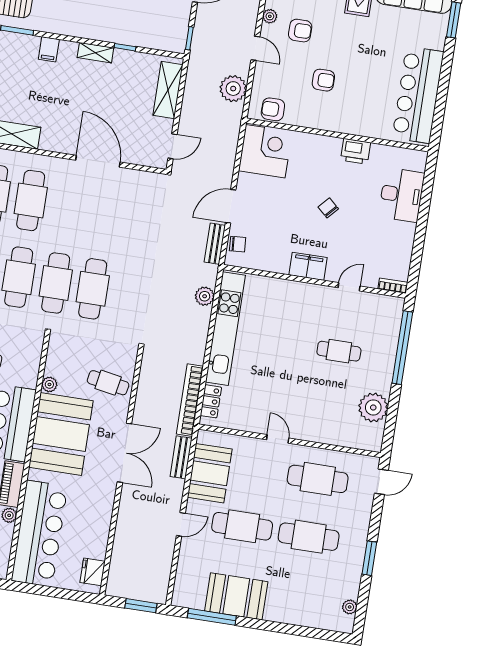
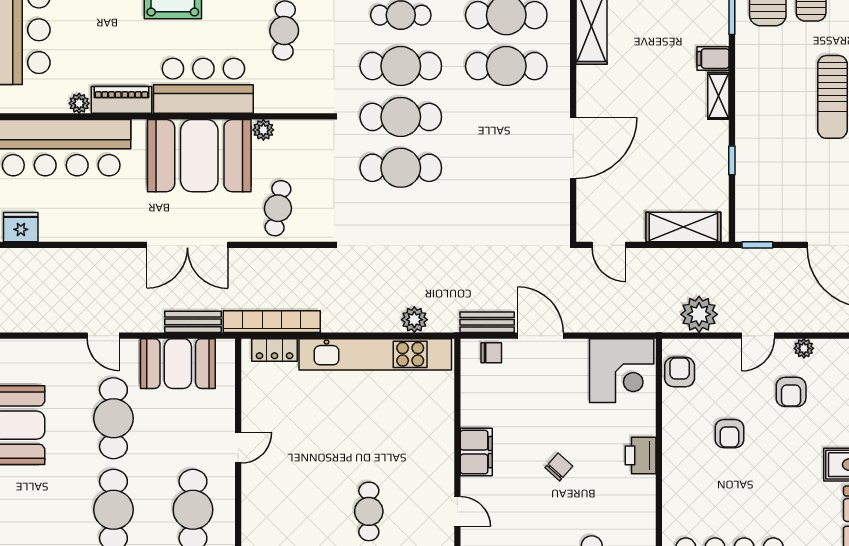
shelving: (95, 53) -> (718, 96), moved
printer: (356, 151) -> (641, 455), moved
chair: (238, 244) -> (491, 353), turned -86

